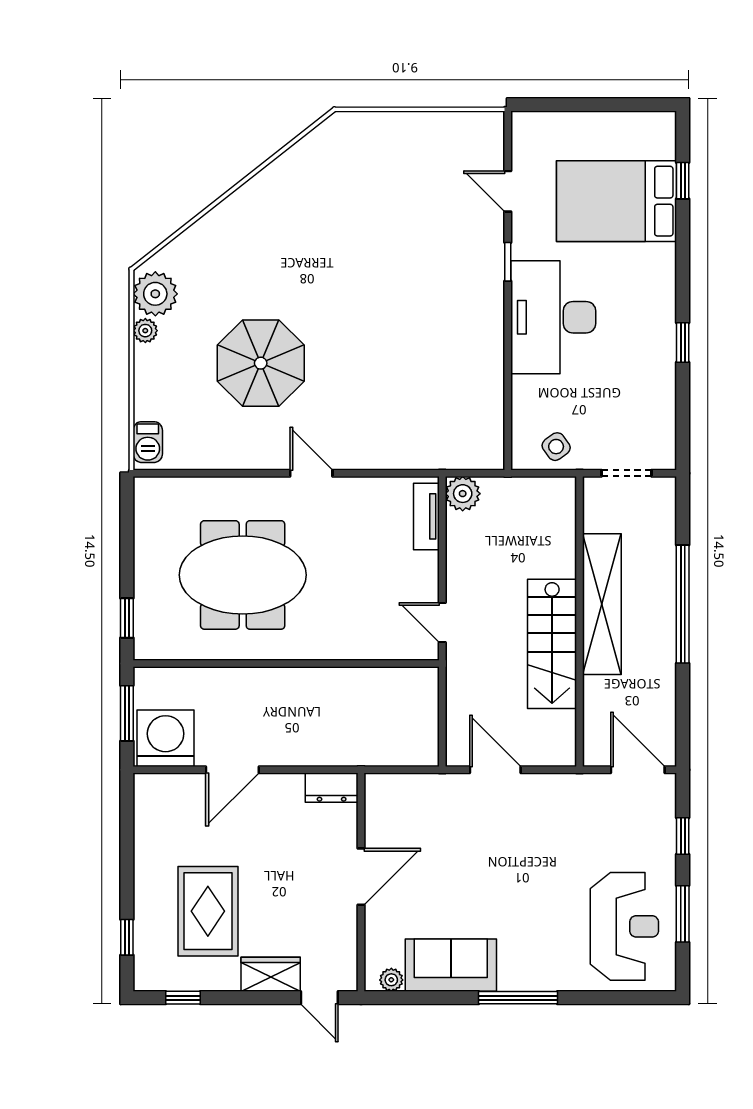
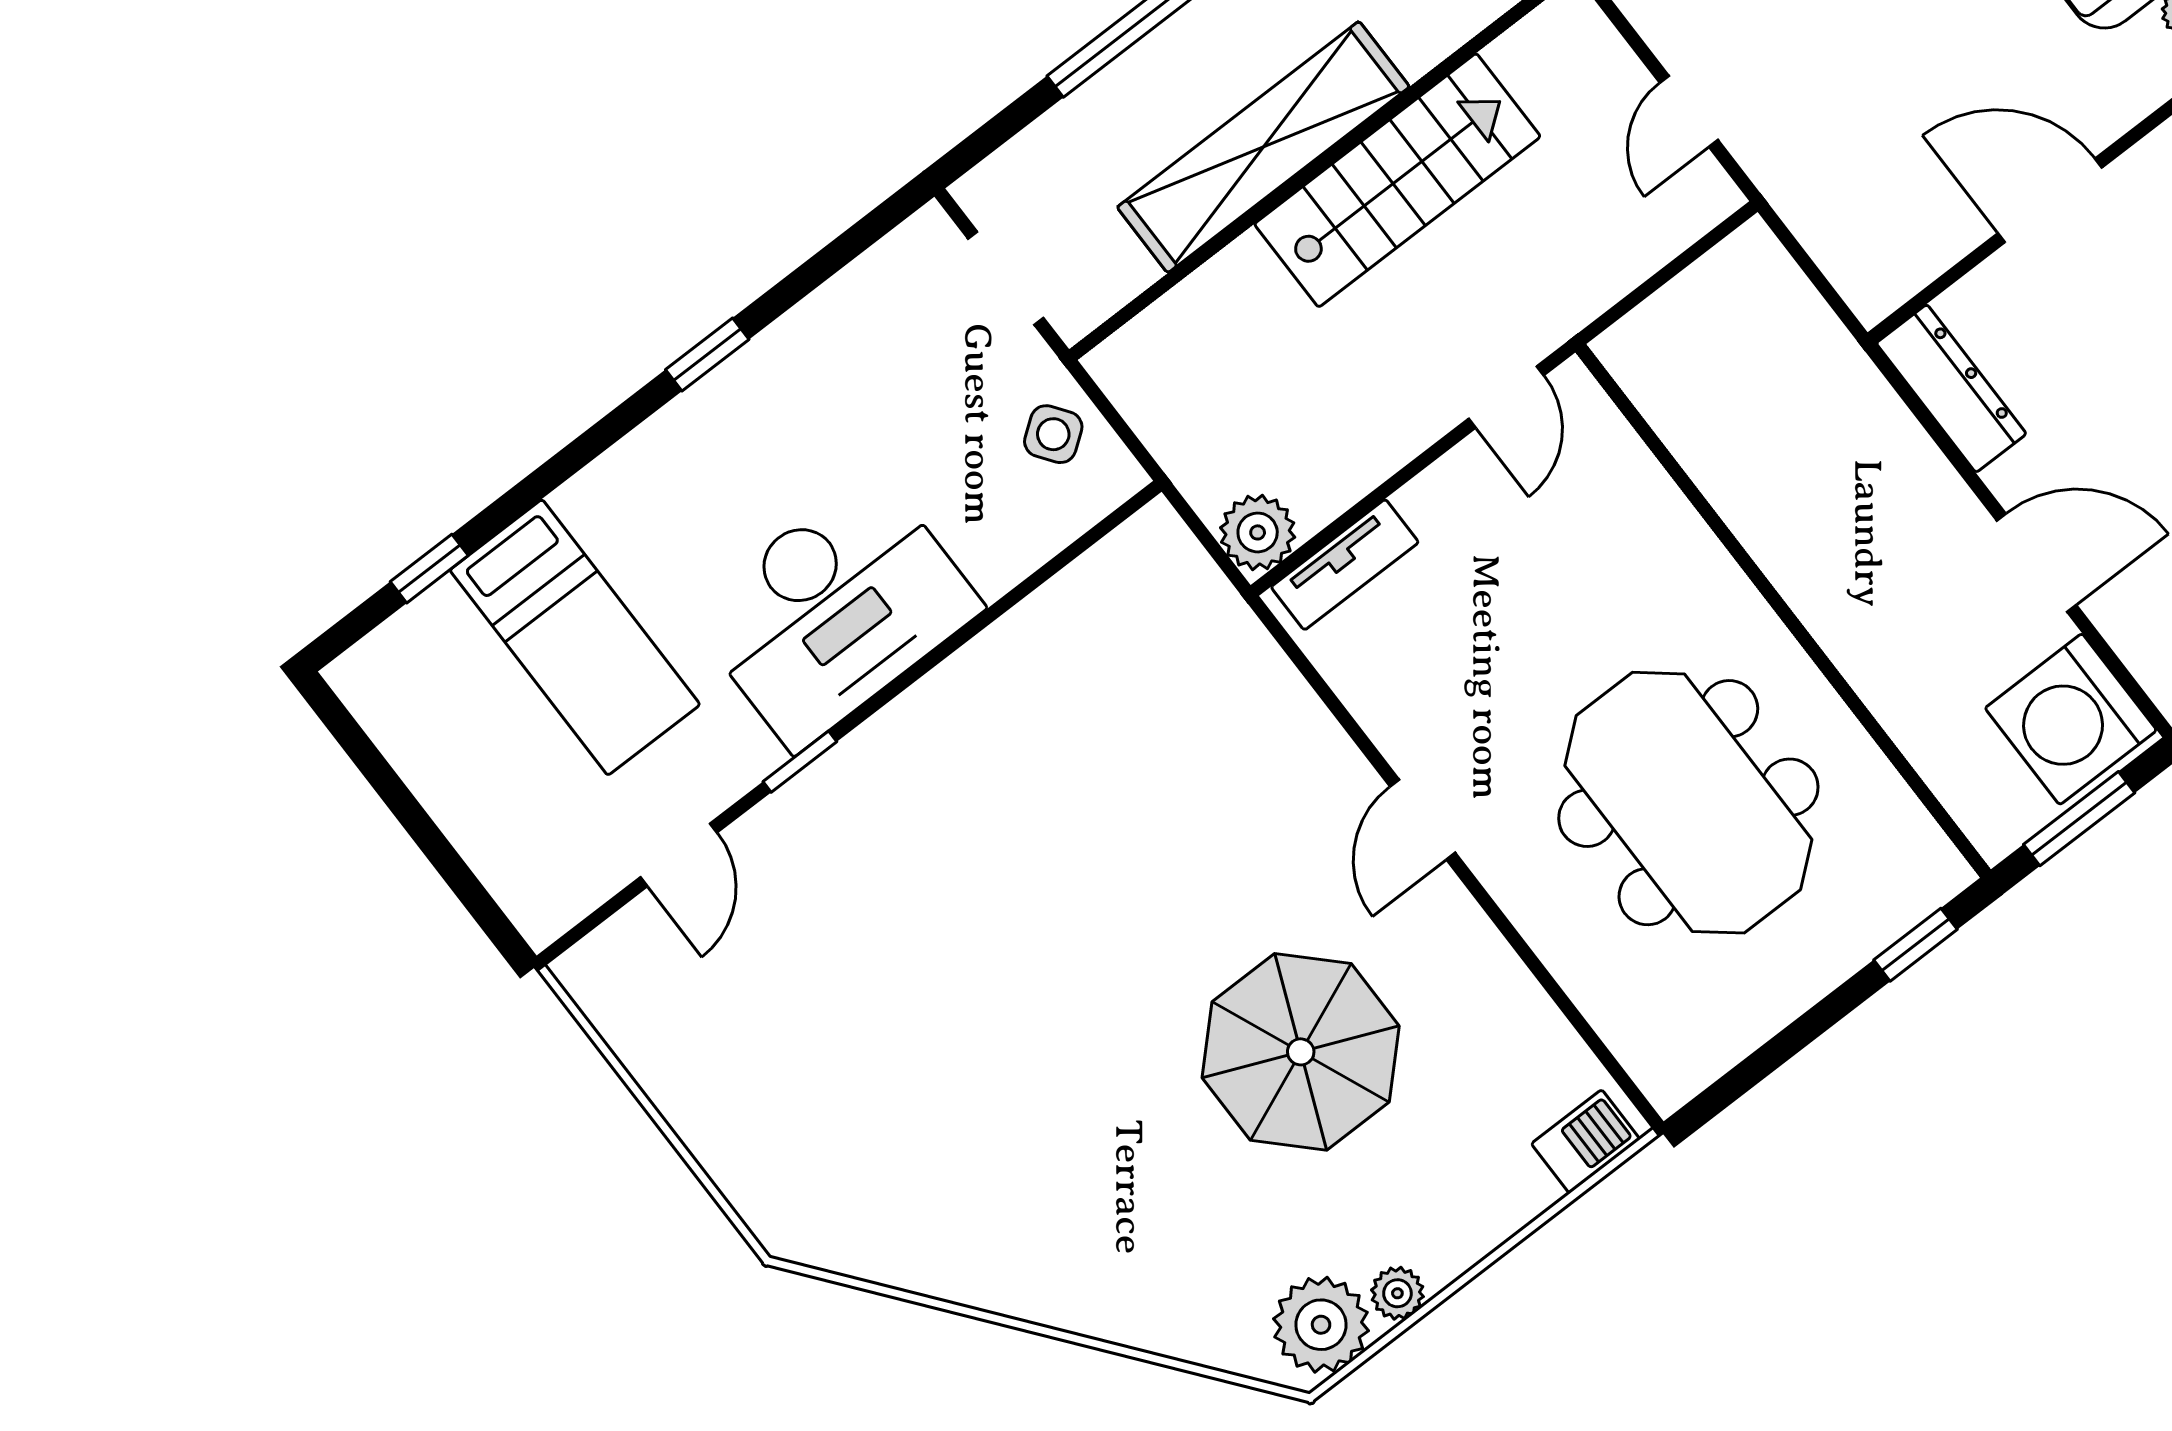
bed: (616, 201) -> (575, 637), width x0.67
door: (495, 770) -> (1689, 111), width x0.73
dresser: (332, 788) -> (1951, 388), width x1.44

